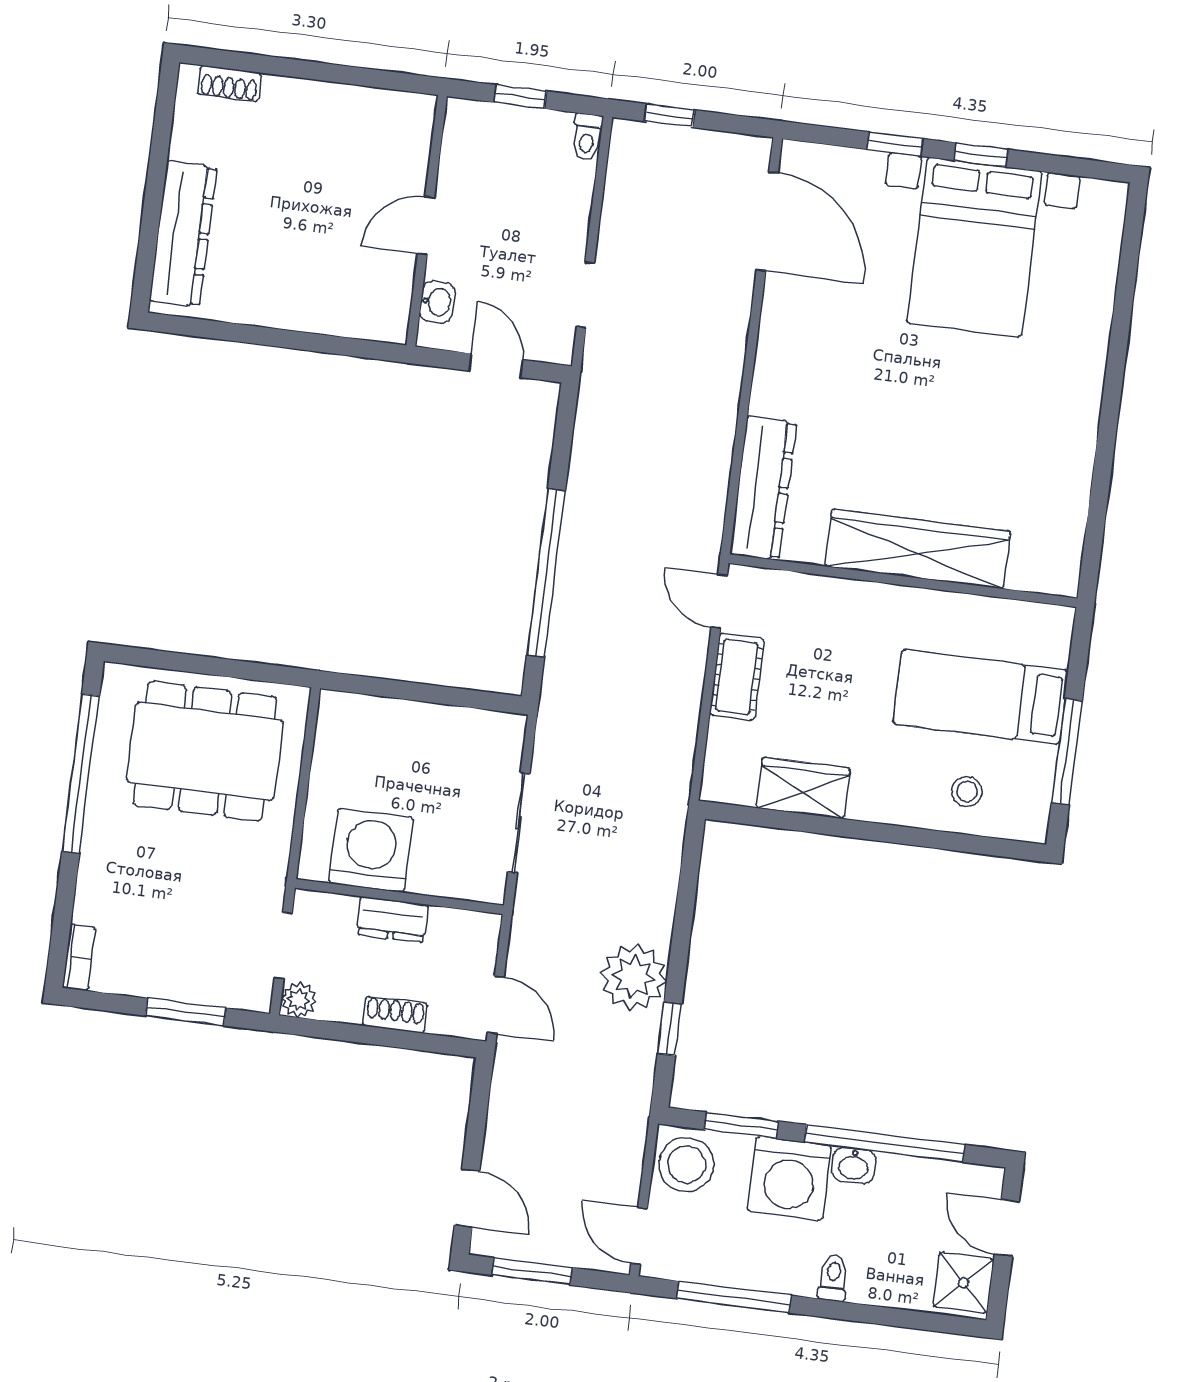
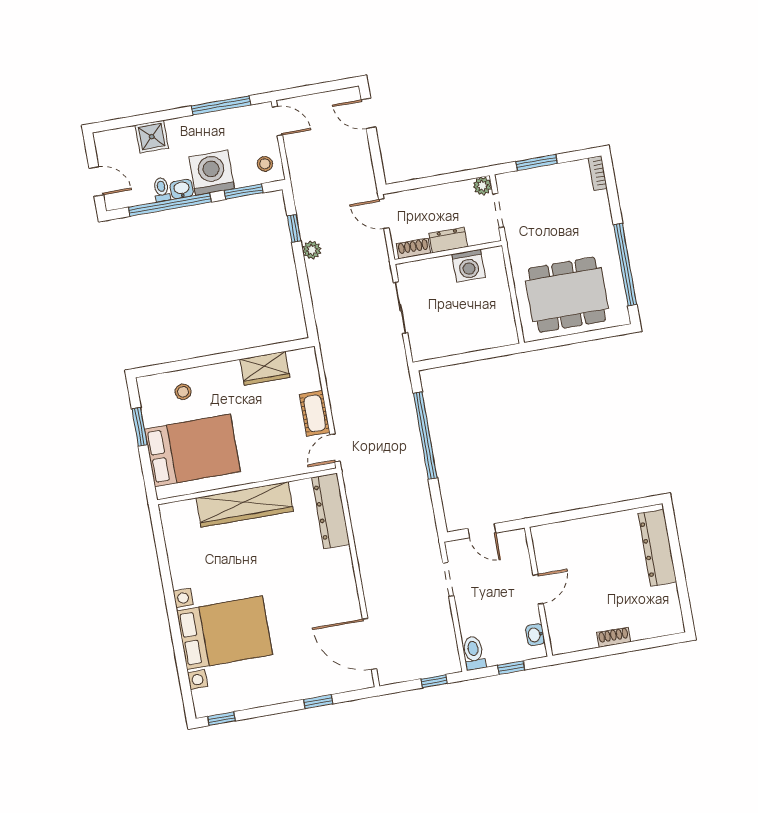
shoe rack: (229, 84) -> (614, 637), moved
toilet: (587, 137) -> (474, 653), width x1.37, depth x1.39
window: (981, 155) -> (222, 719), moved
bed with nightstands: (974, 247) -> (225, 633), moved, turned 90
washbasin: (437, 302) -> (535, 635), moved
door: (719, 601) -> (335, 448), swing flipped
bed: (981, 697) -> (192, 450), width x1.50
window: (1067, 752) -> (140, 427), width x0.69
washing machine: (371, 850) -> (469, 266), width x0.73, depth x0.73
plant: (634, 977) -> (312, 250), width x0.53, depth x0.53
shoe rack: (395, 1015) -> (413, 248), moved, turned 180
stool: (687, 1164) -> (265, 164), width x0.53, depth x0.53
window: (532, 1271) -> (325, 87), removed
toilet: (833, 1278) -> (162, 190), moved, turned 180
shower: (963, 1283) -> (152, 137), moved

